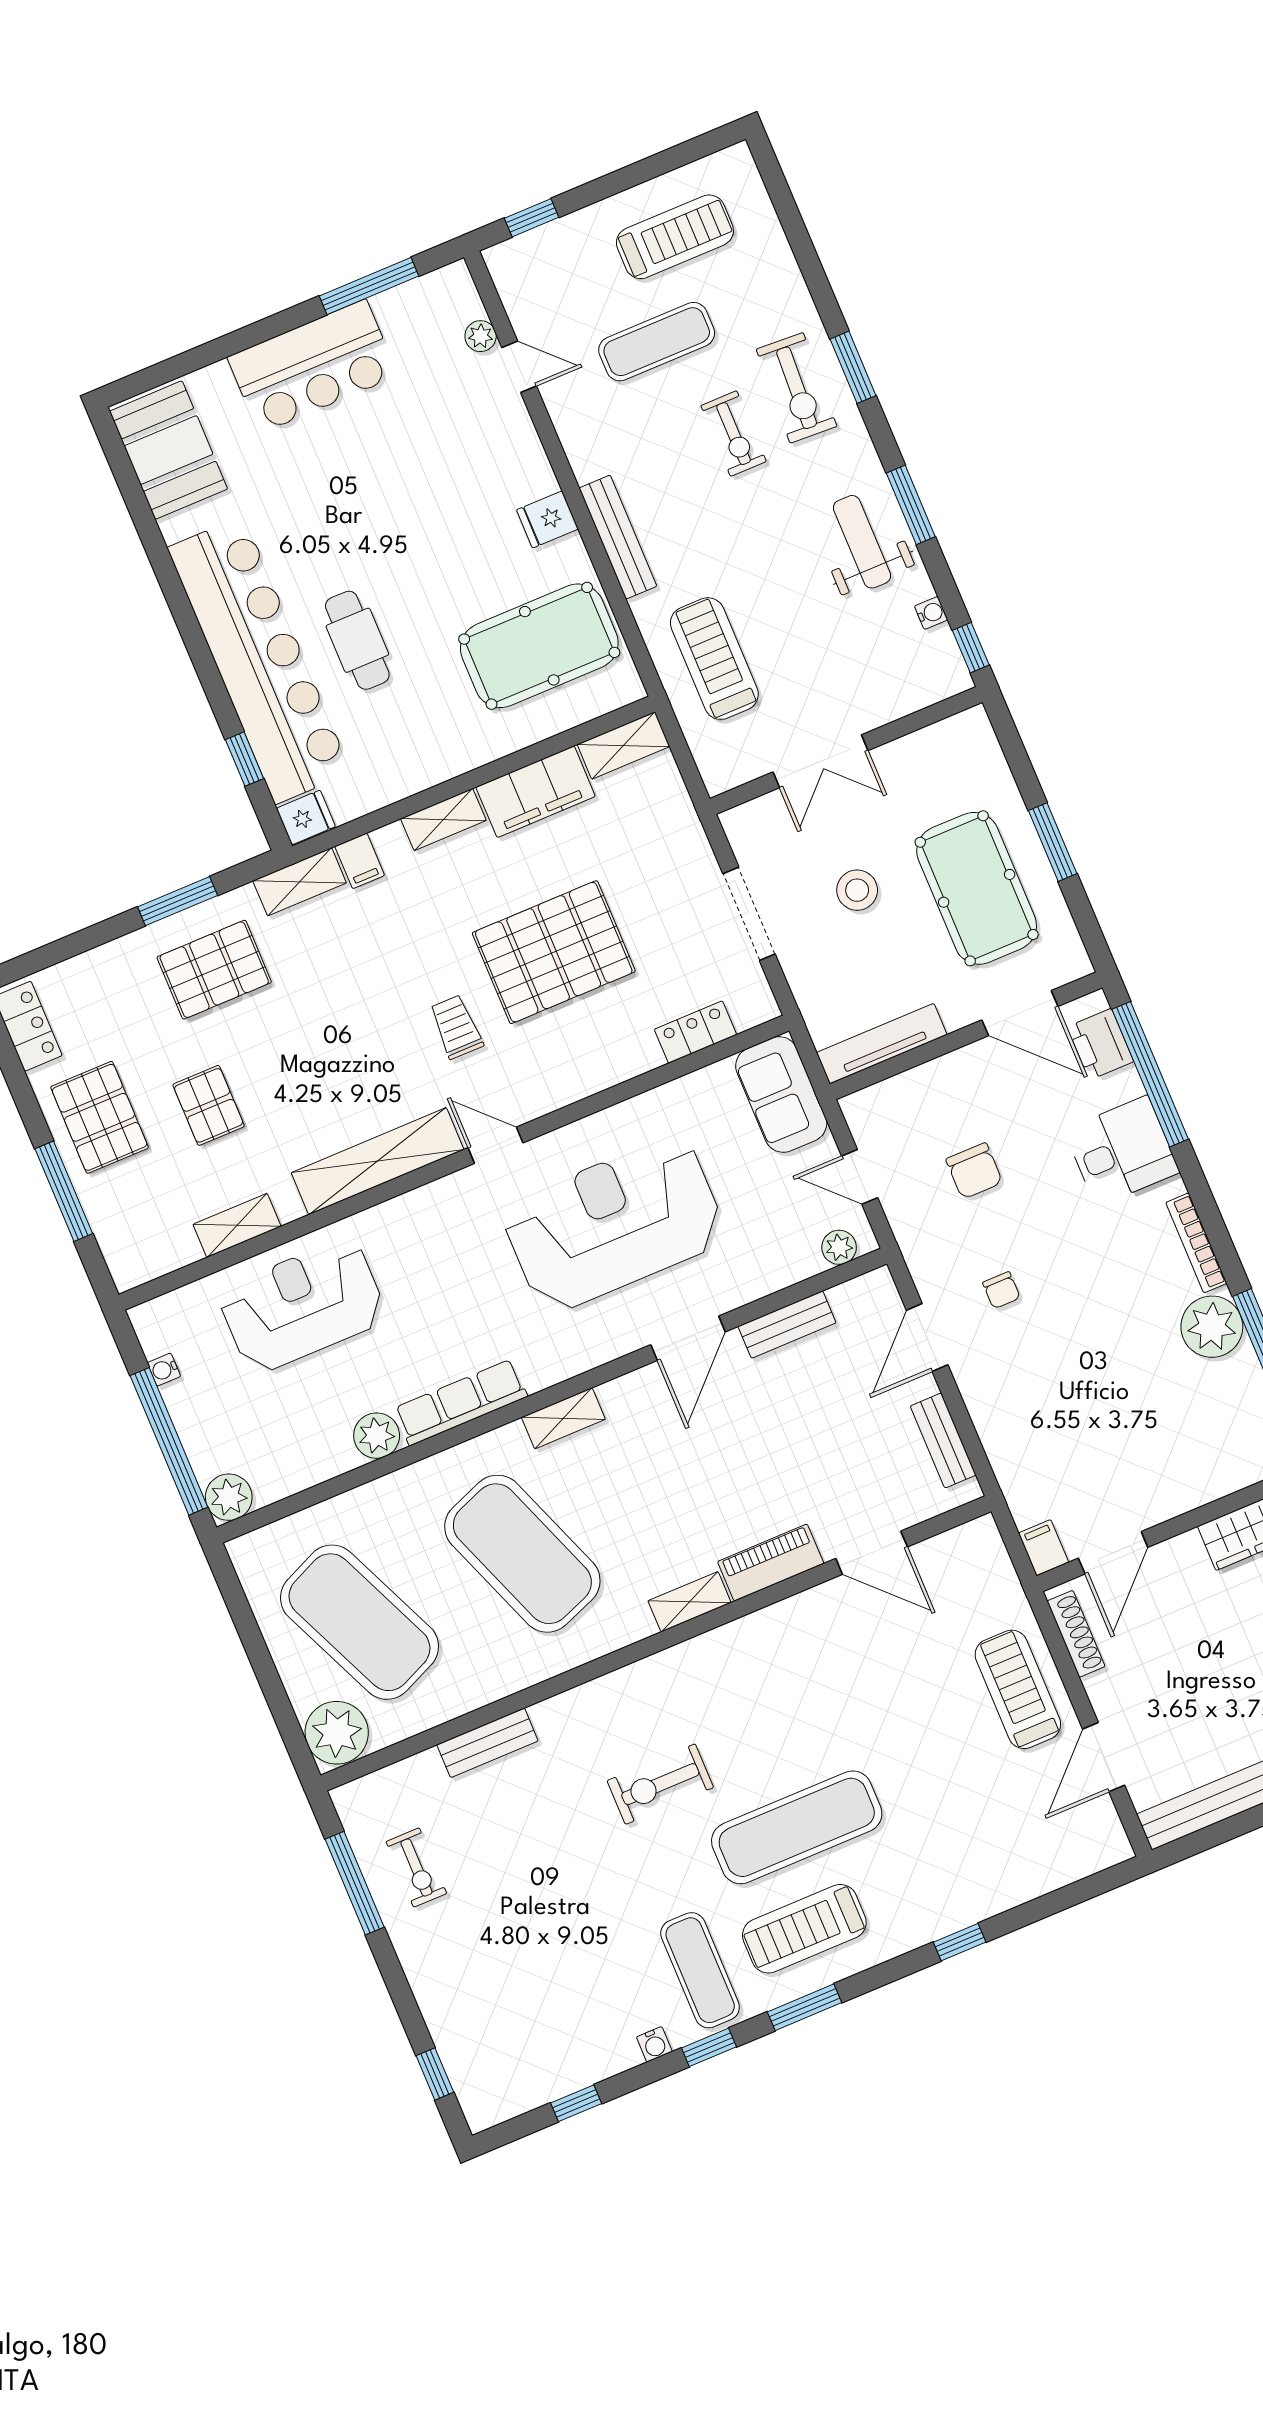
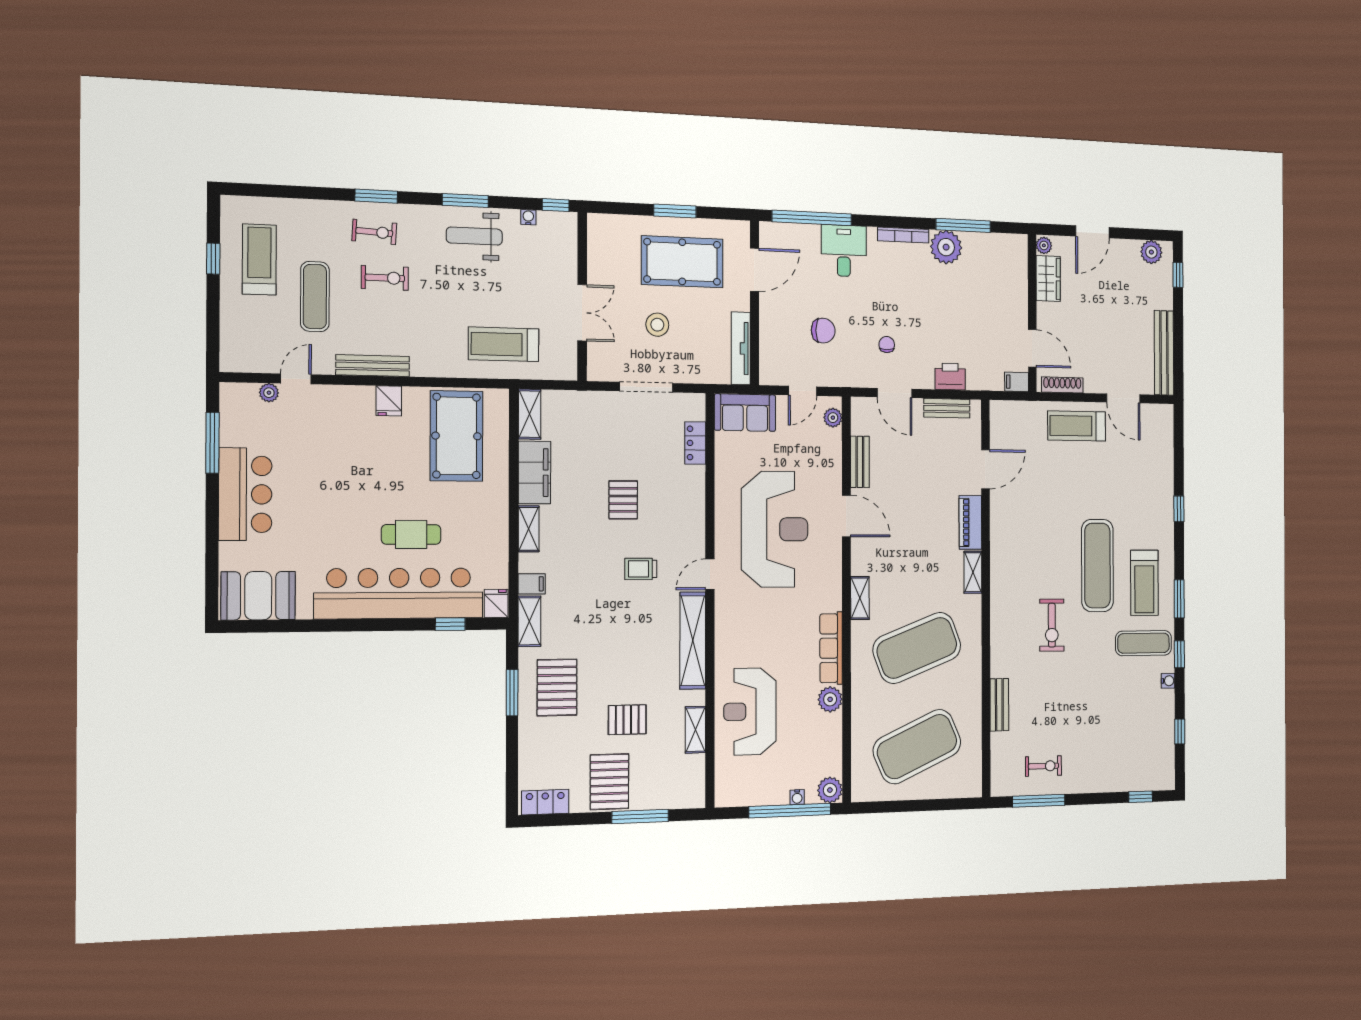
window: (532, 218) -> (213, 259), moved
exercise bike: (797, 388) -> (374, 232), width x0.73, depth x0.72
bench: (618, 537) -> (373, 366), moved
pallet: (554, 952) -> (623, 500), width x0.49, depth x0.50
printer: (1100, 1044) -> (950, 377), moved, turned 180
pallet: (100, 1117) -> (609, 782), turned 90
reception desk: (614, 1224) -> (775, 529), turned 180
chair: (1001, 1290) -> (887, 345), turned -90
water cooler: (164, 1370) -> (797, 797), moved
plant: (337, 1733) -> (965, 781), removed

